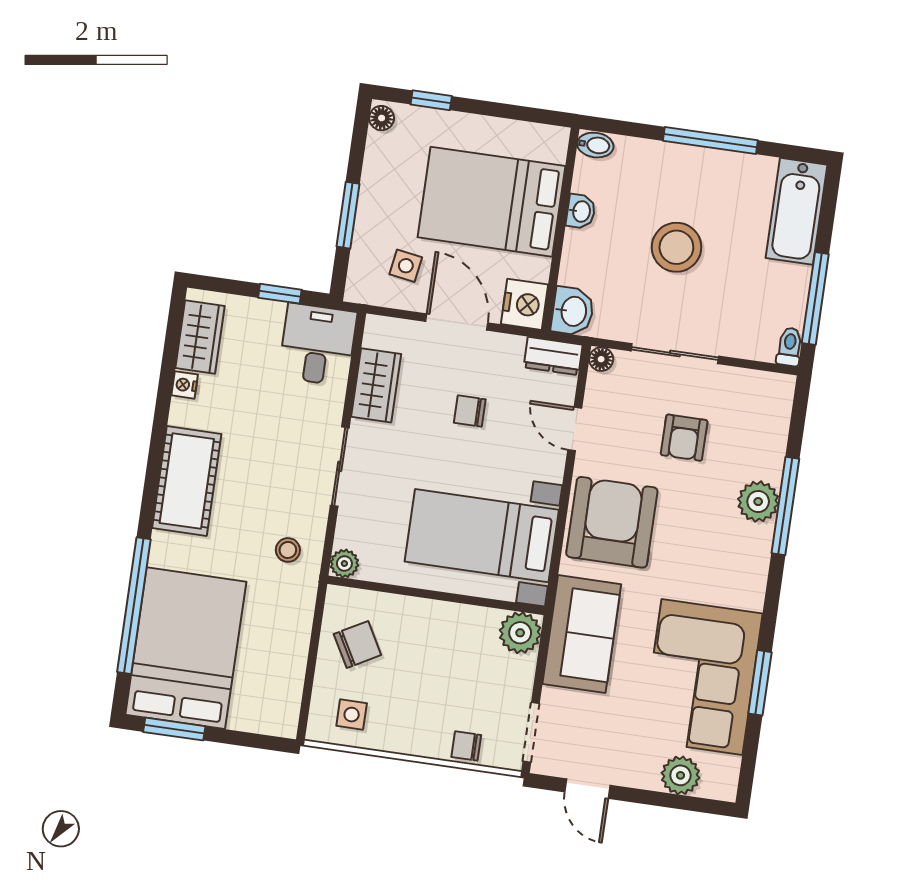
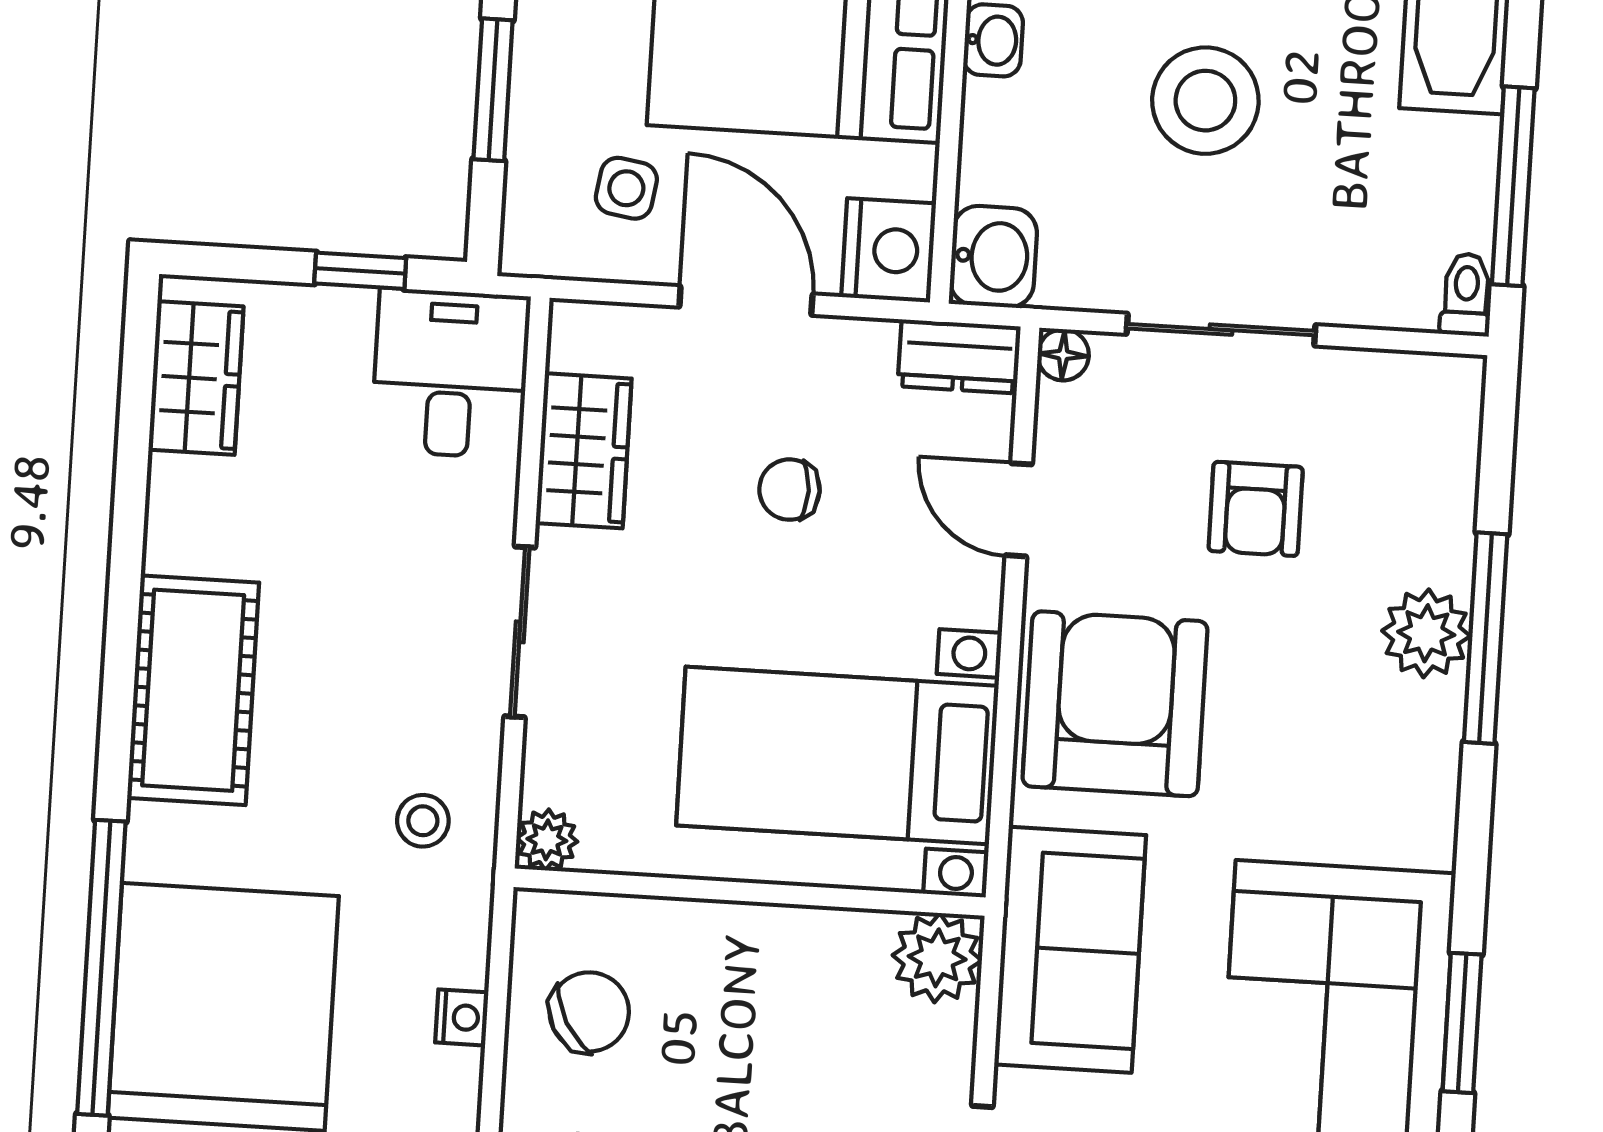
nightstand: (185, 385) -> (462, 1017), moved, turned 180

